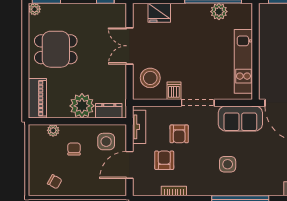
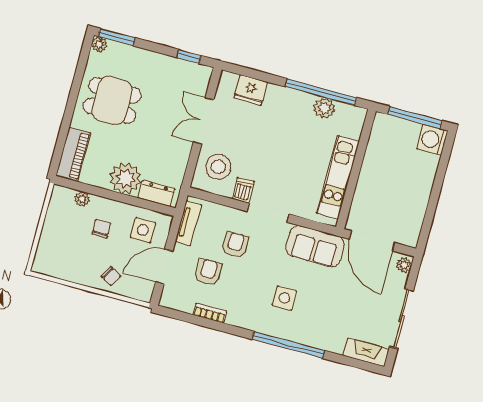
armchair: (179, 134) -> (235, 245), turned 180
chair: (55, 182) -> (111, 276), moved

